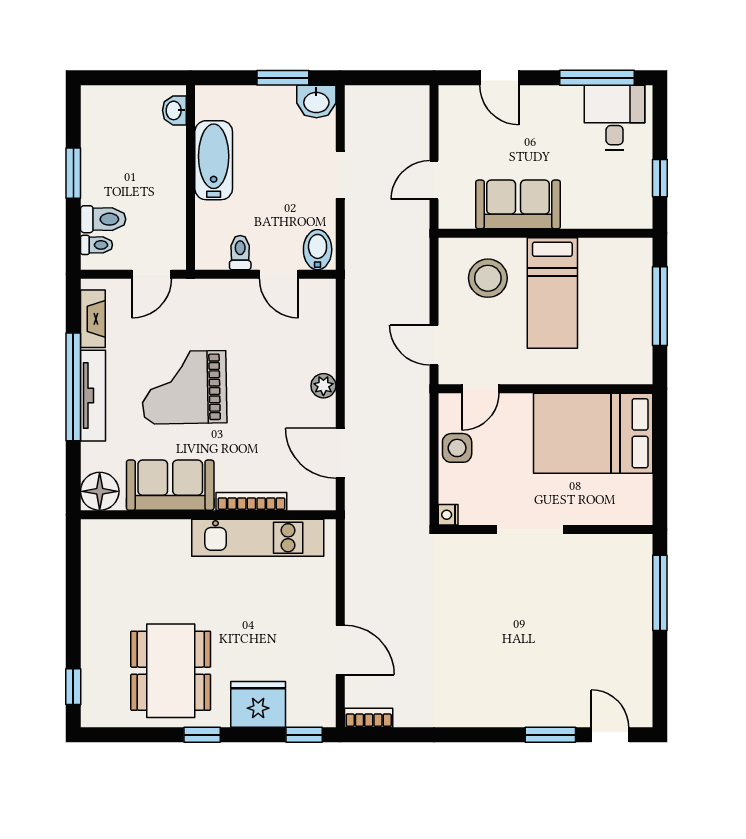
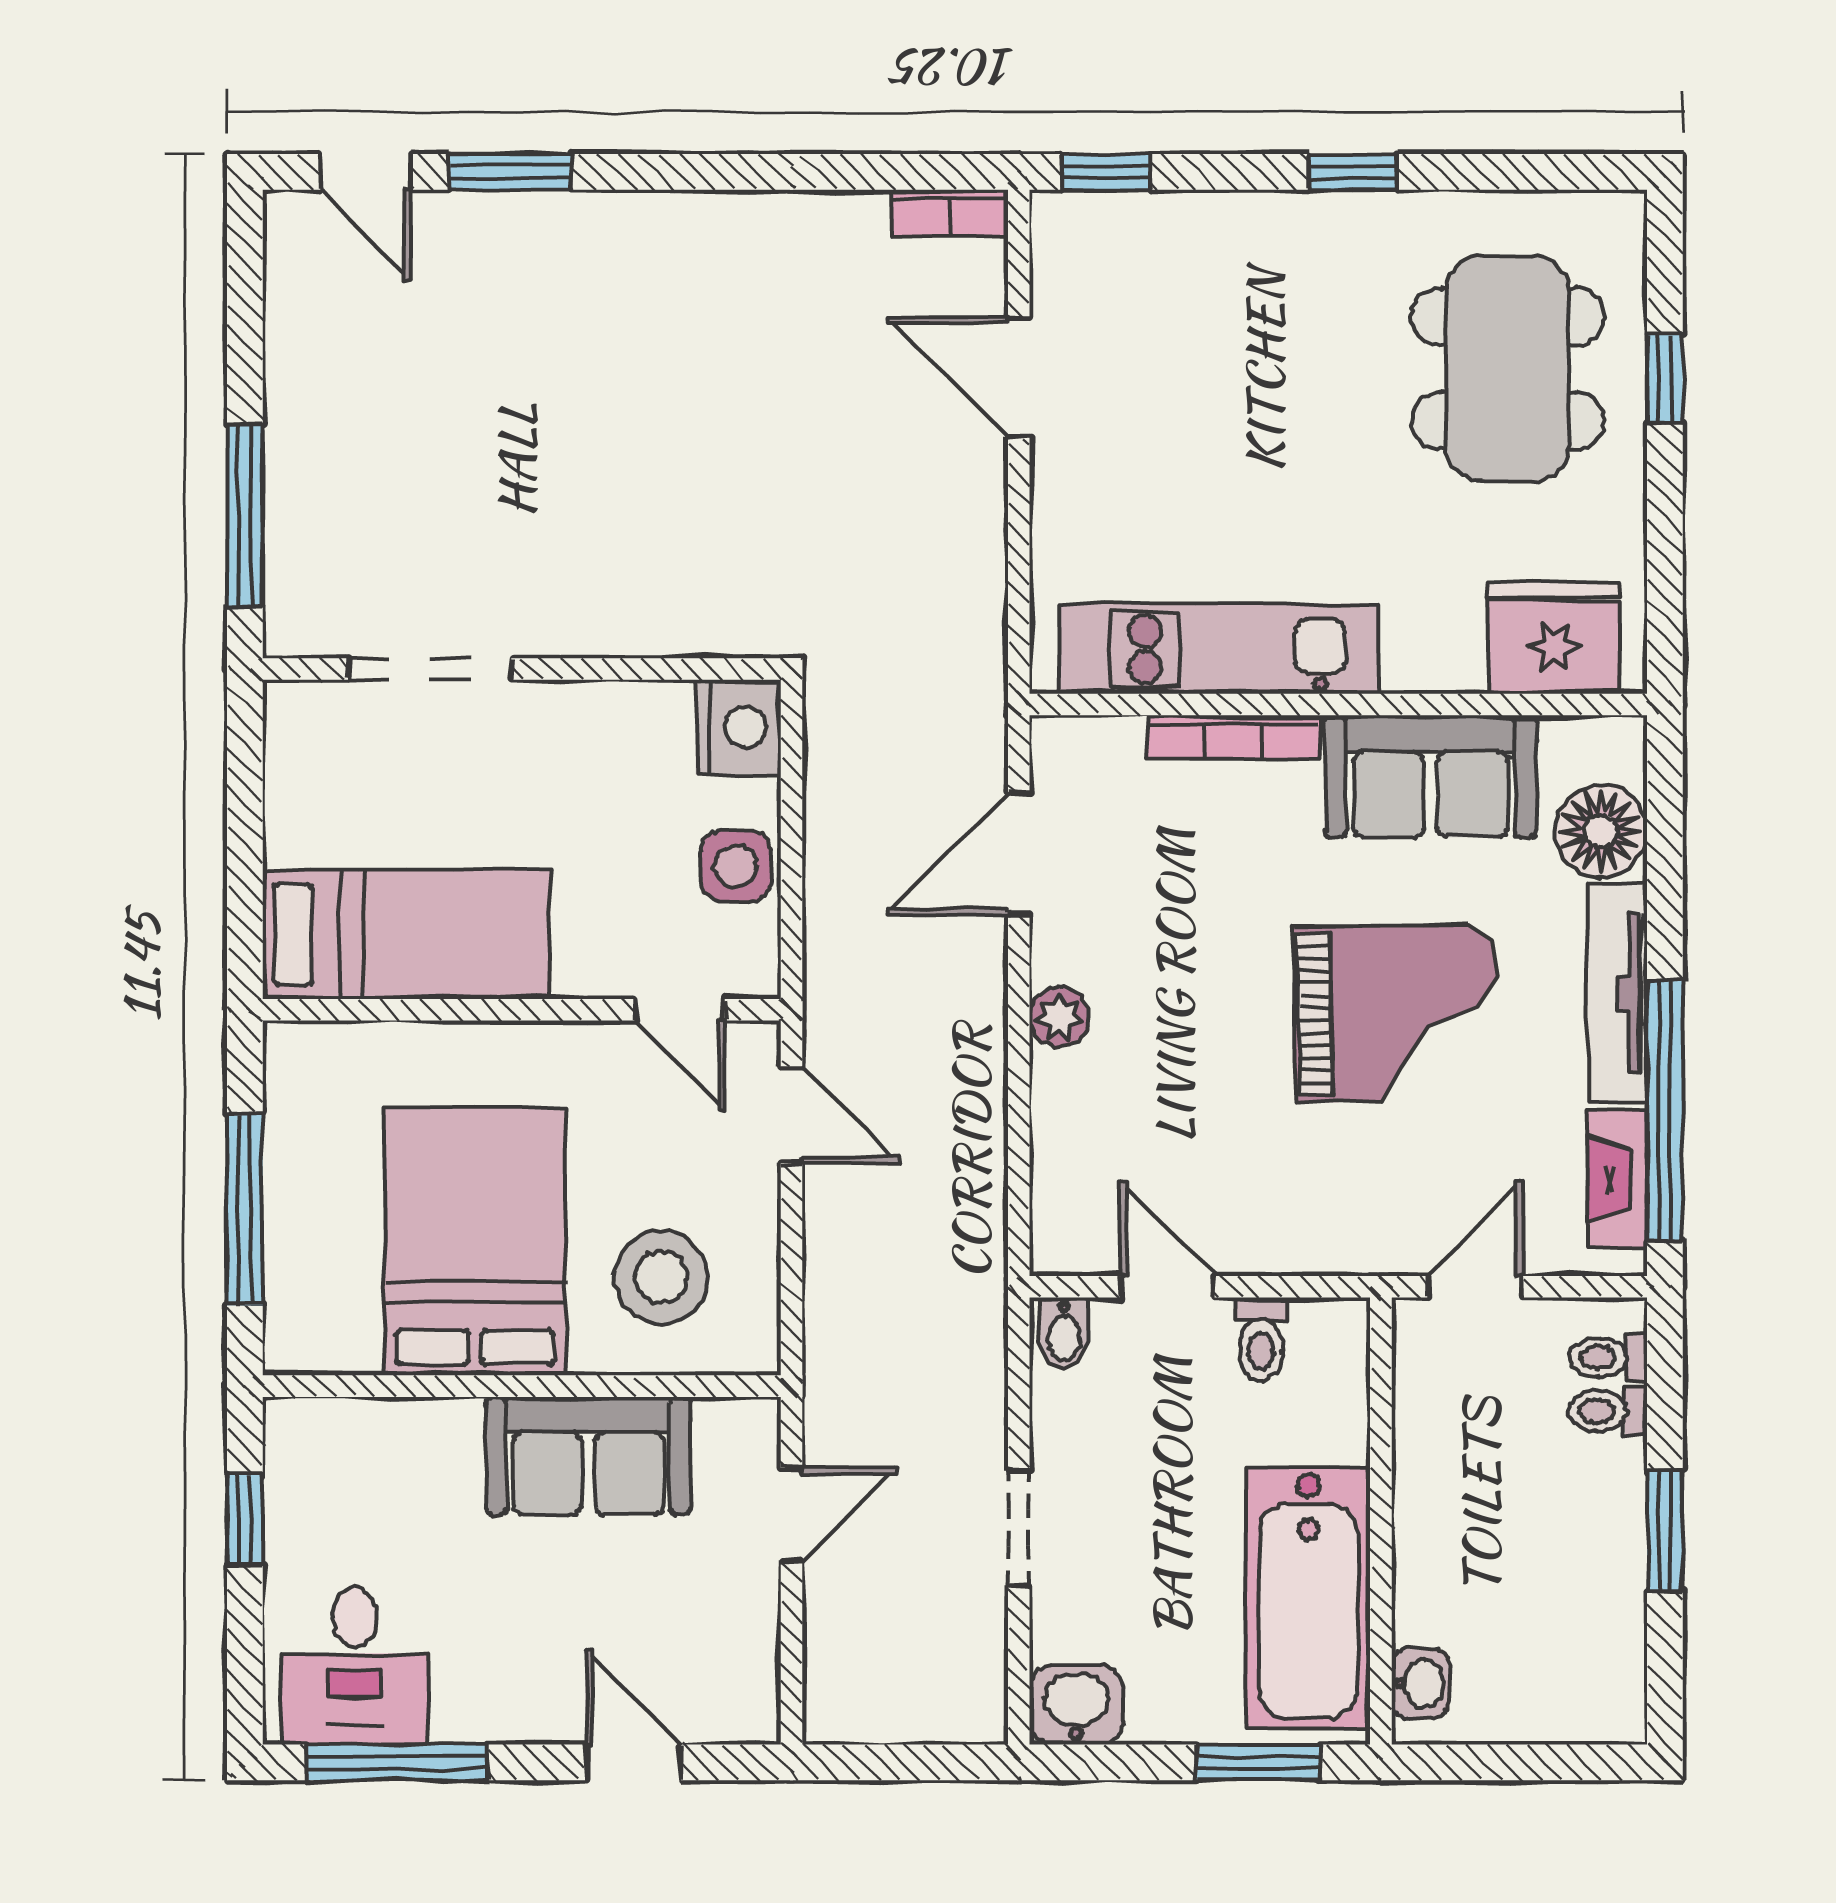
window: (283, 78) -> (1259, 1762), moved
bathtub: (214, 160) -> (1309, 1598), width x1.36, depth x1.36
toilet: (103, 219) -> (1608, 1411), width x0.73, depth x0.72
bidet: (318, 250) -> (1064, 1333), width x0.72, depth x0.74
bed: (552, 293) -> (475, 1241), width x1.50
window: (73, 387) -> (1665, 1111), moved
door: (480, 389) -> (680, 1010), swing flipped
bed: (593, 433) -> (406, 934), width x0.67
door: (340, 453) -> (1019, 854), swing flipped
floor lamp: (100, 491) -> (1601, 831), moved
nightstand: (448, 515) -> (738, 727), width x1.89, depth x1.79
doorway: (530, 529) -> (430, 669), moved
dining table: (171, 671) -> (1508, 369), moved
window: (73, 687) -> (1665, 379), moved
fridge: (258, 704) -> (1554, 638), moved, turned 180

